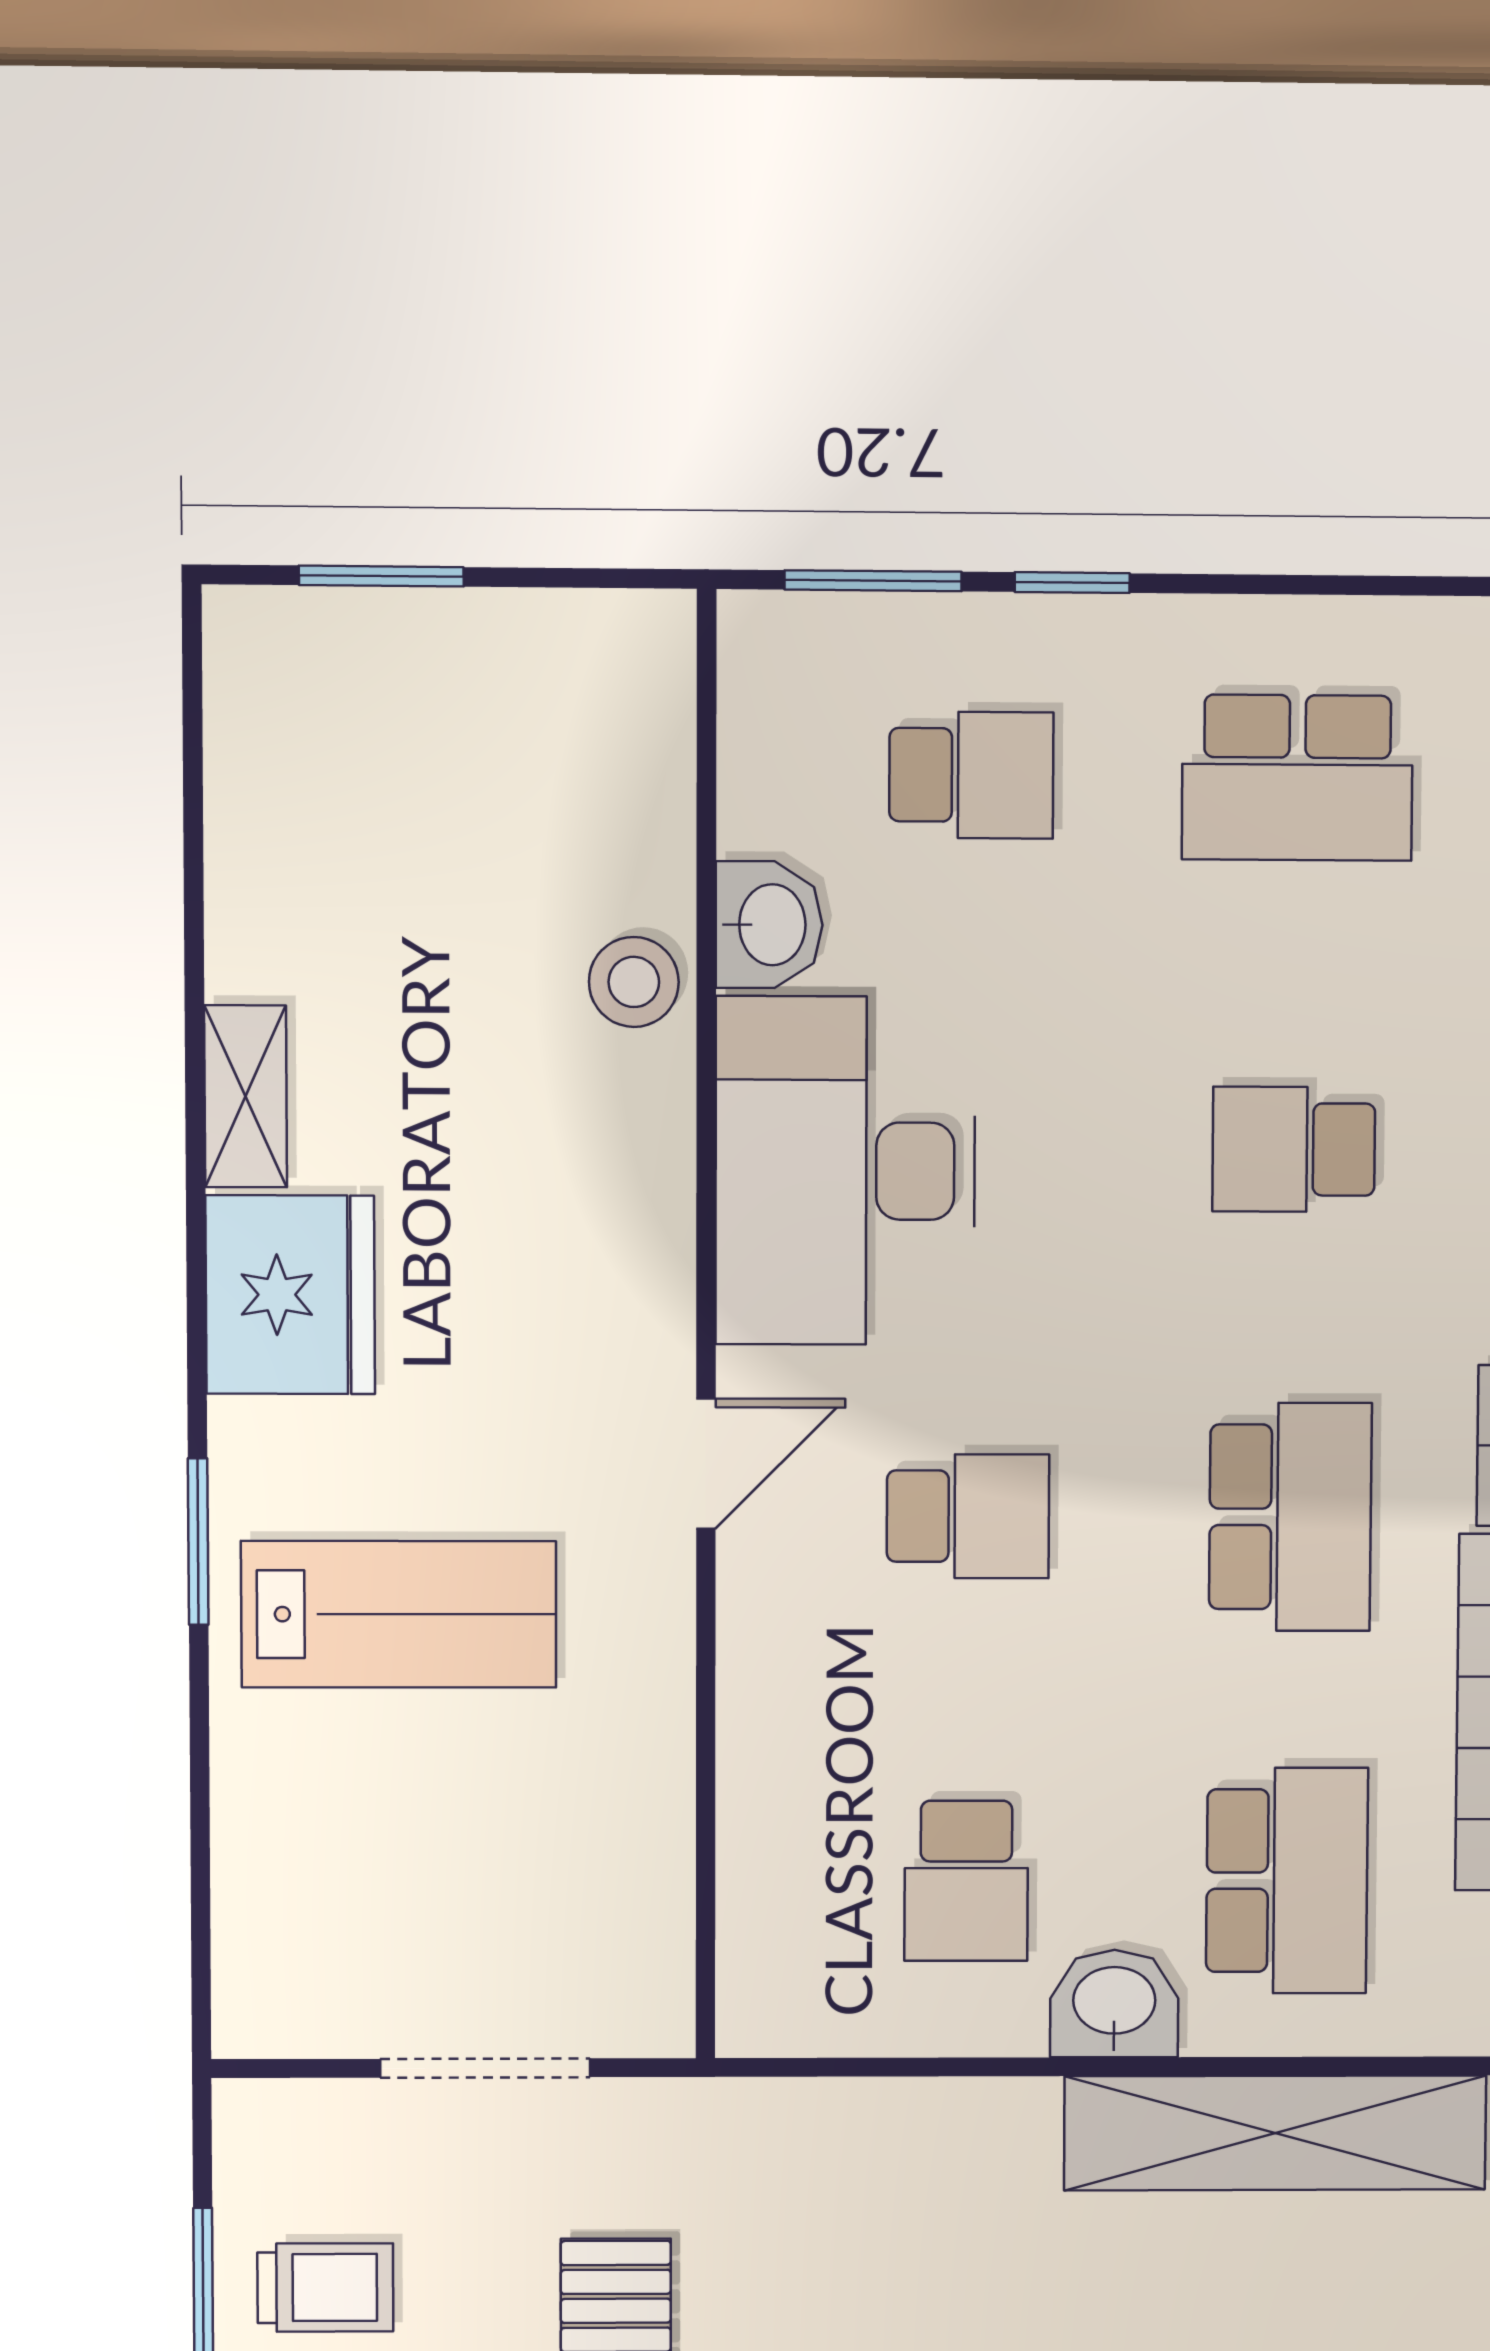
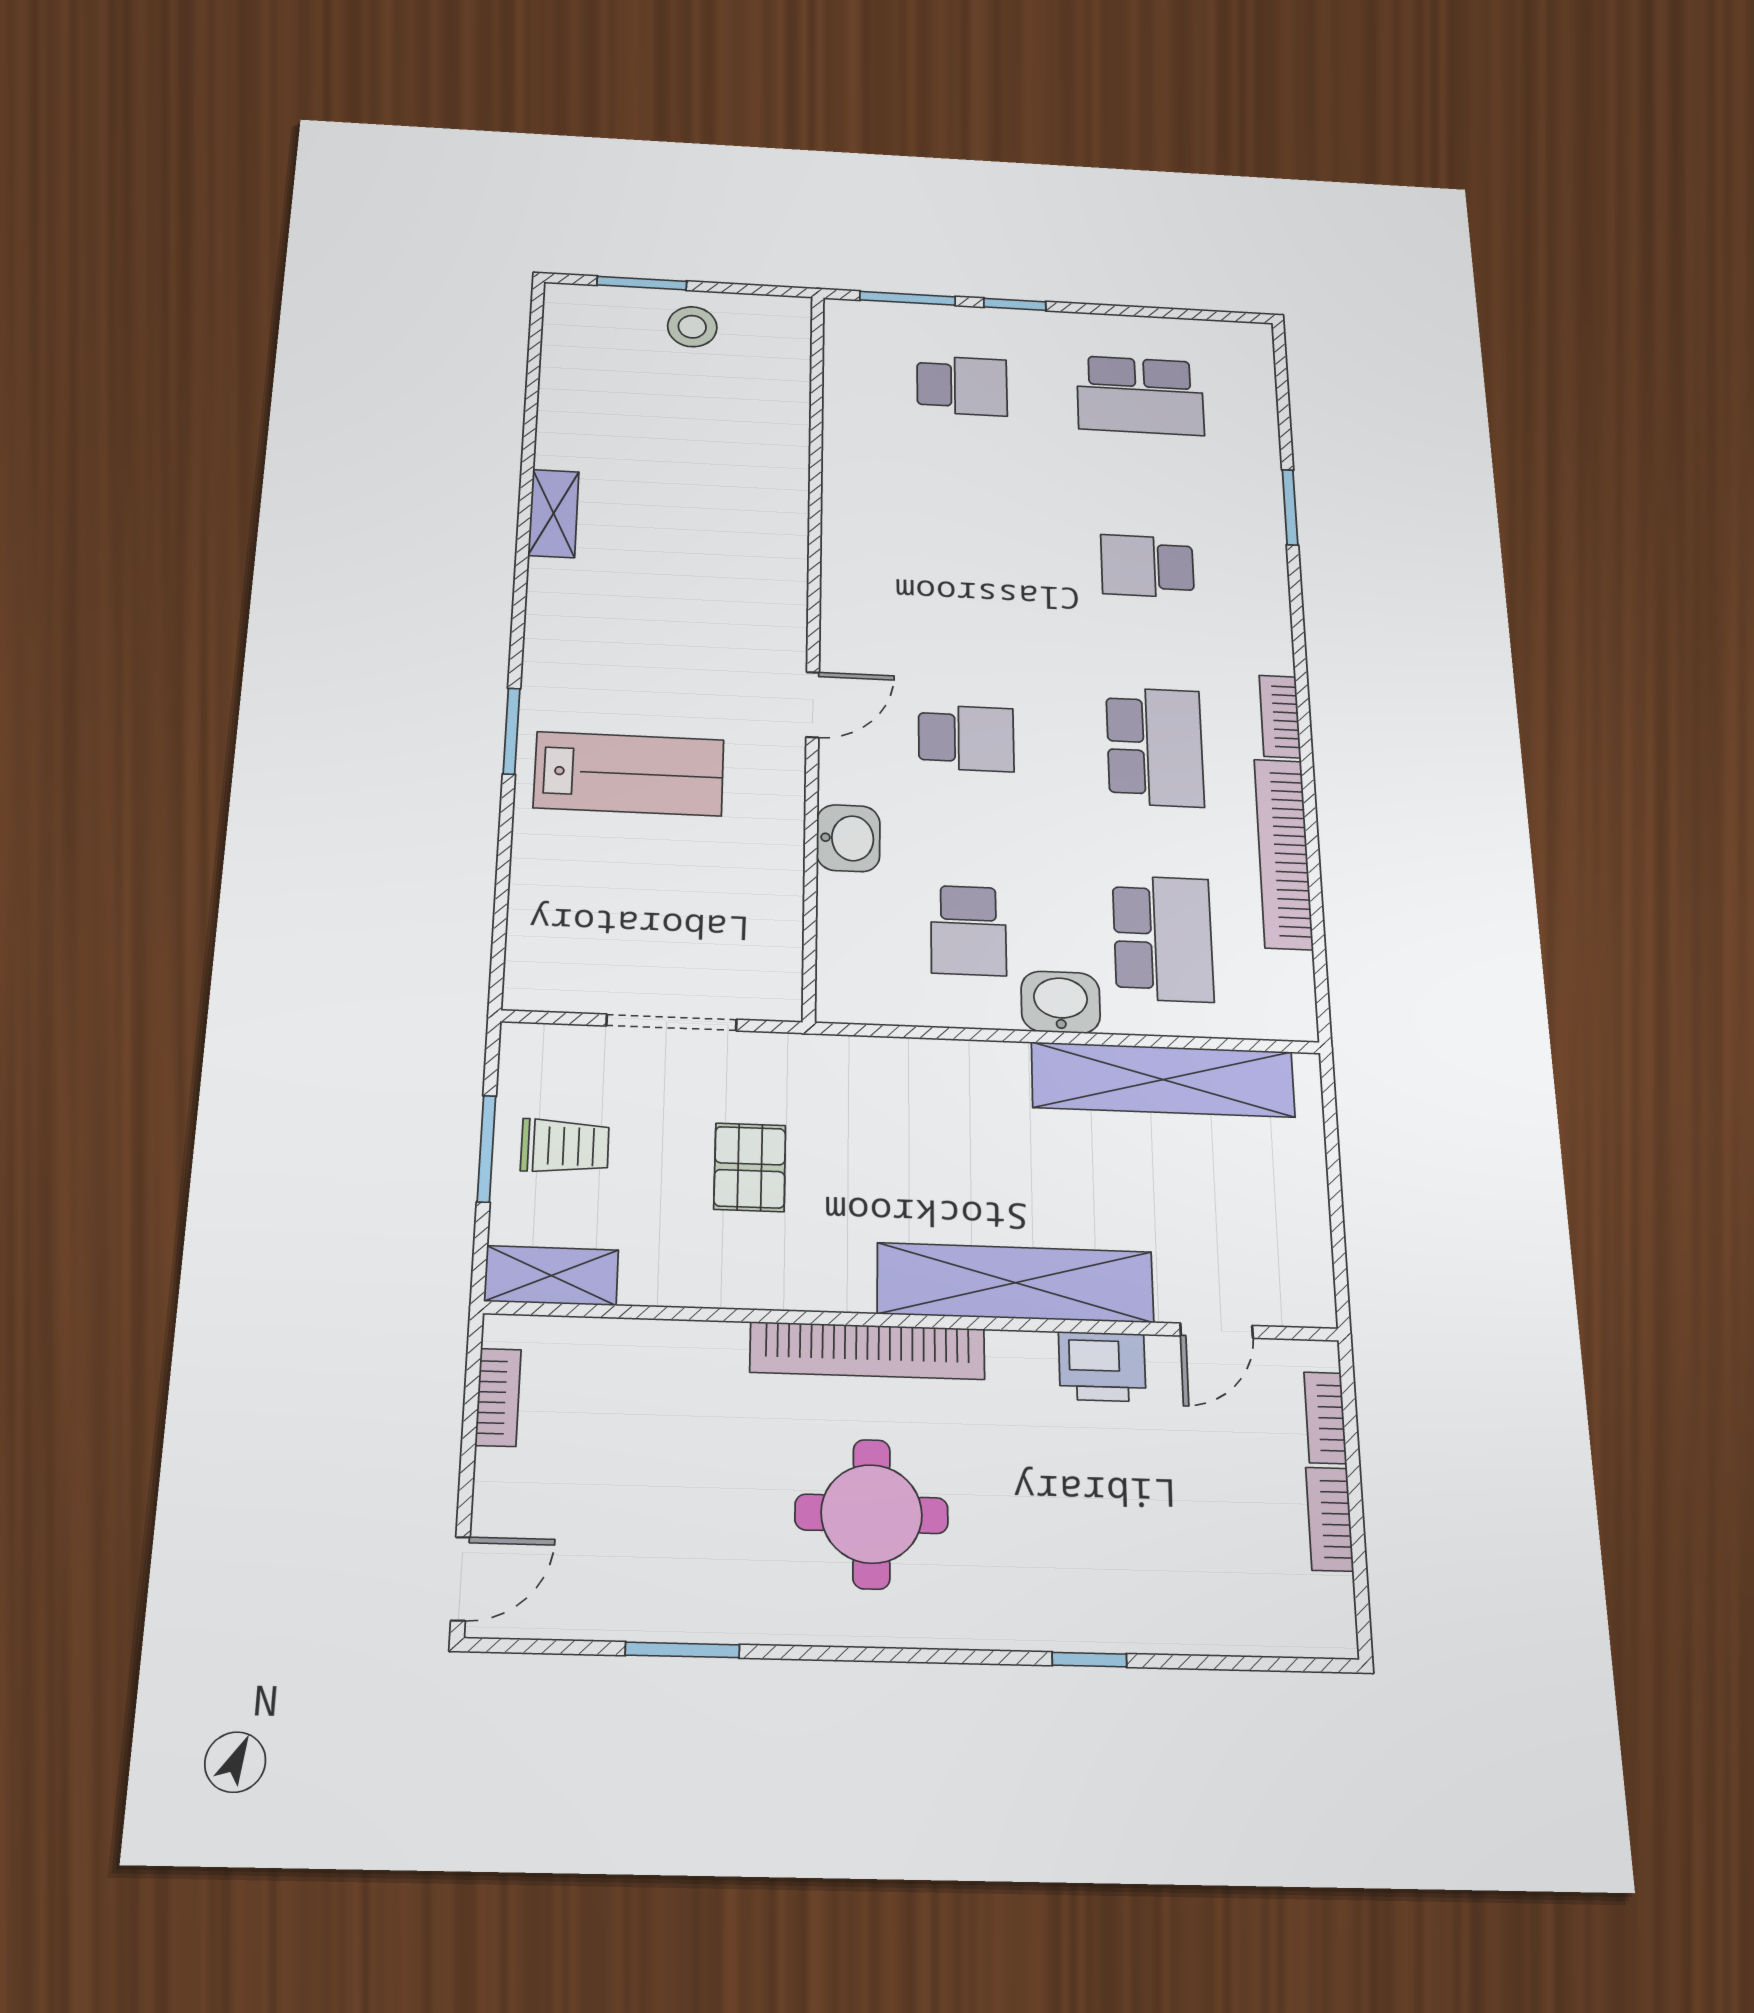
washbasin: (769, 925) -> (848, 838), moved
stool: (634, 982) -> (692, 327), moved
desk: (845, 1171) -> (894, 565), removed
fridge: (290, 1295) -> (573, 610), removed

